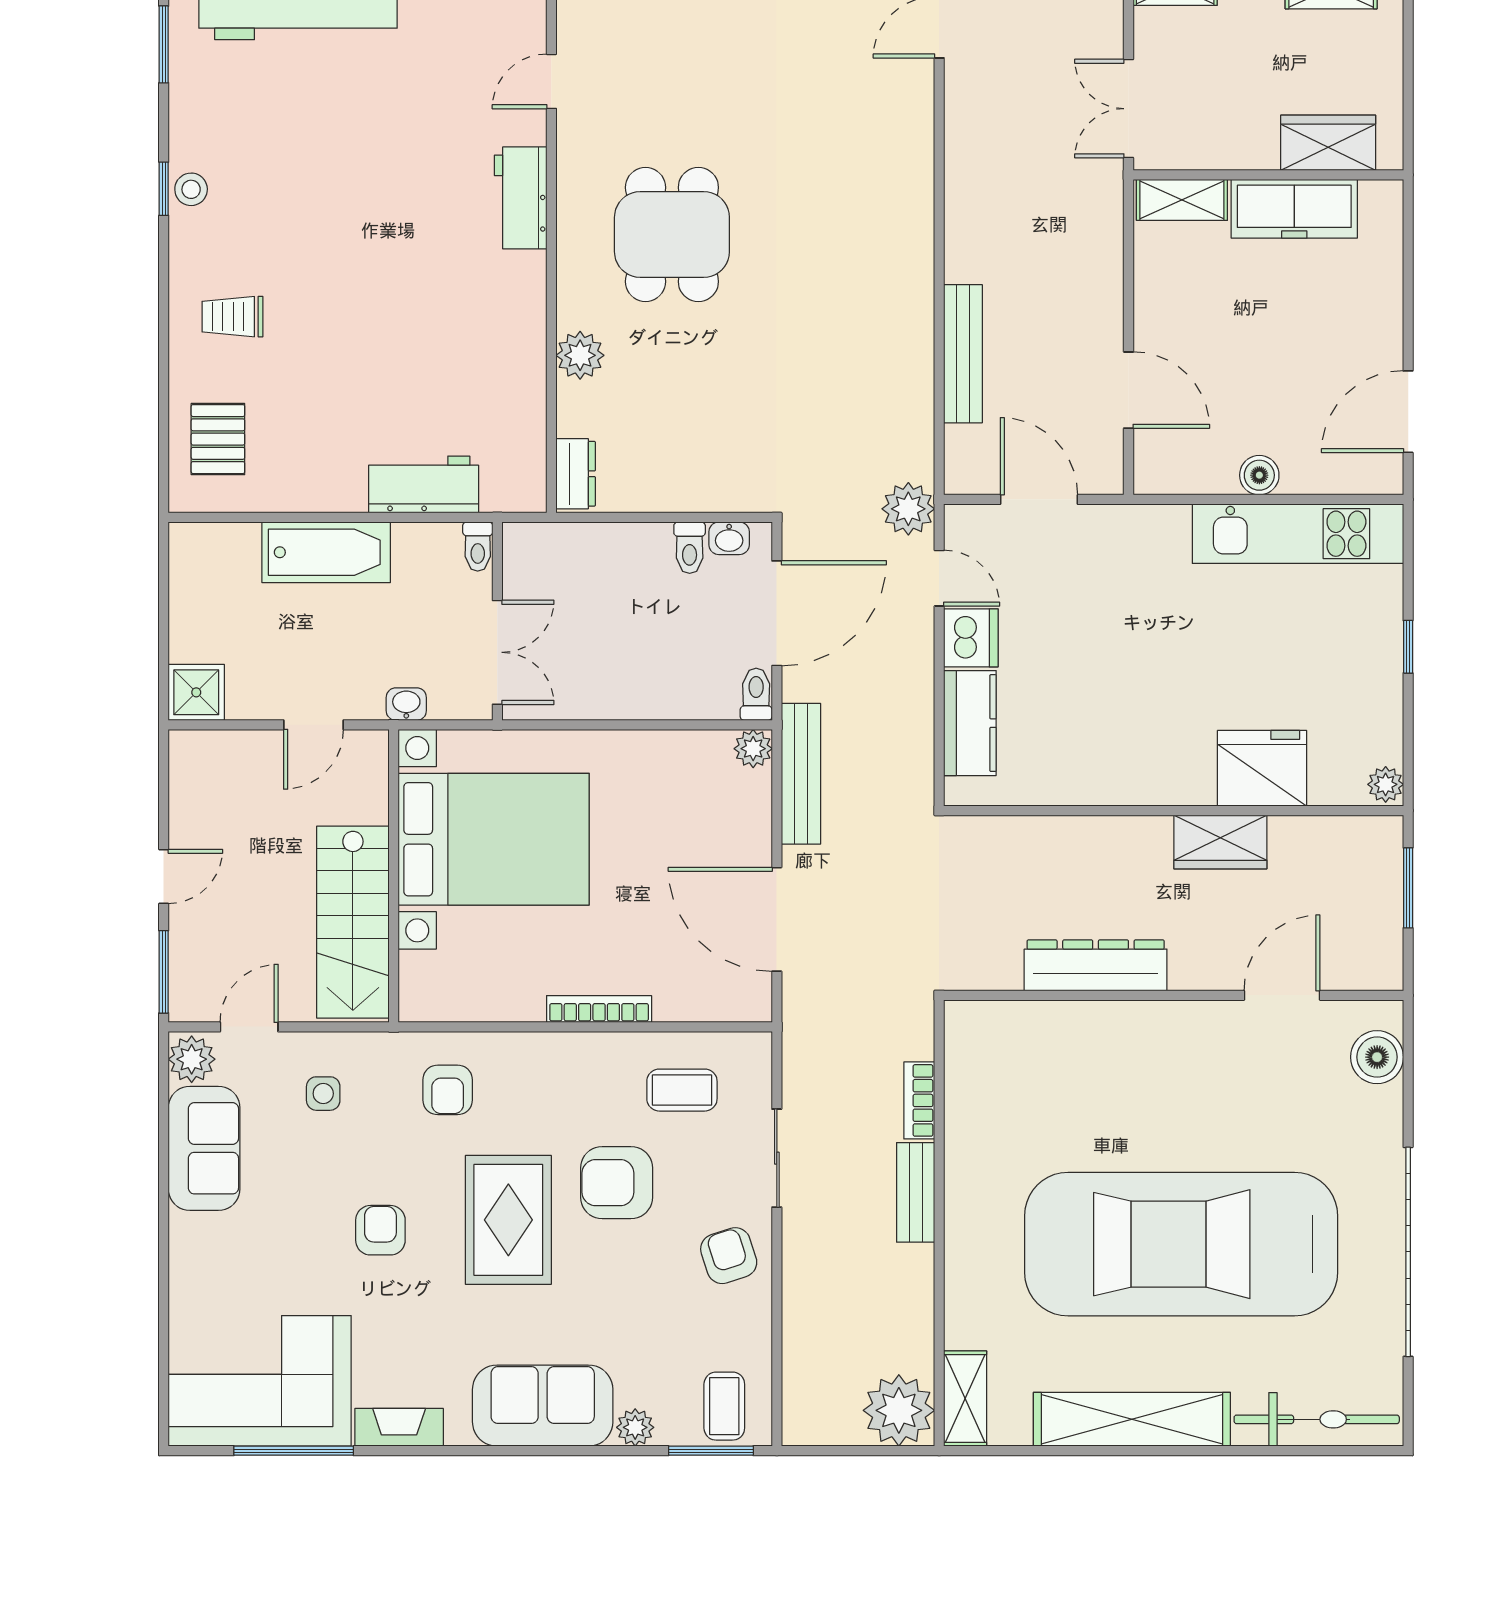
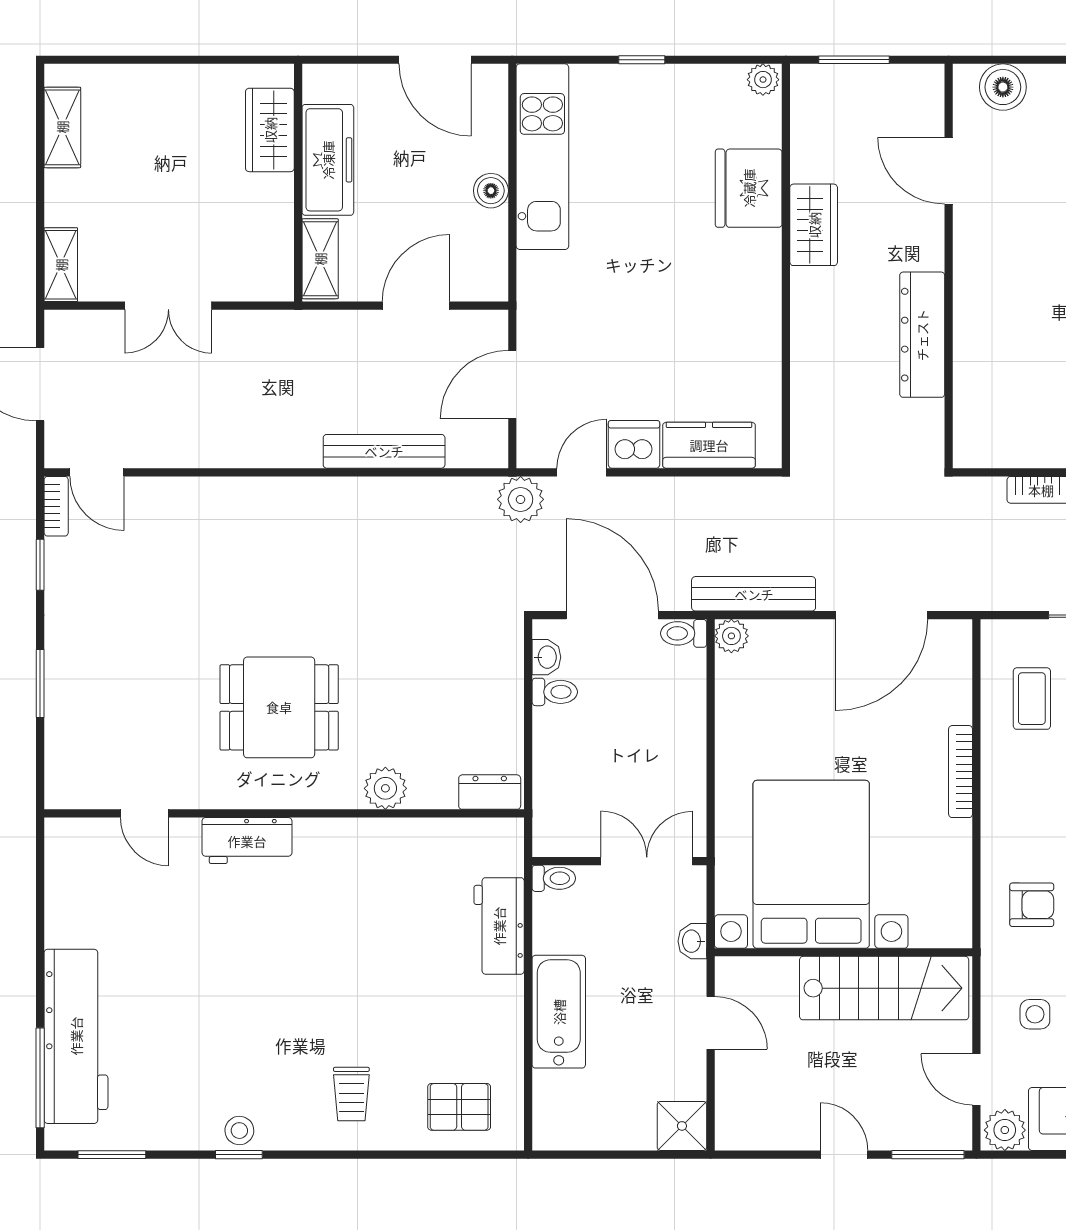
wardrobe: (1328, 143) -> (270, 130), moved
wall: (1268, 175) -> (298, 183), moved
shelving: (1182, 200) -> (320, 259), moved
freezer: (1294, 209) -> (328, 160), moved

